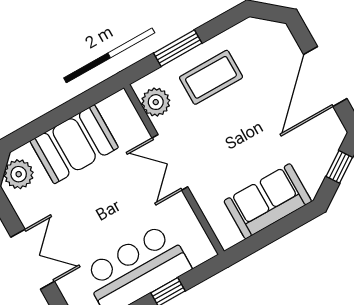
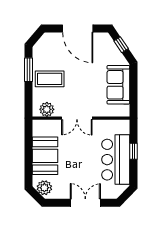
window: (178, 48) -> (29, 70), moved
coffee table: (211, 77) -> (50, 79), turned 90

